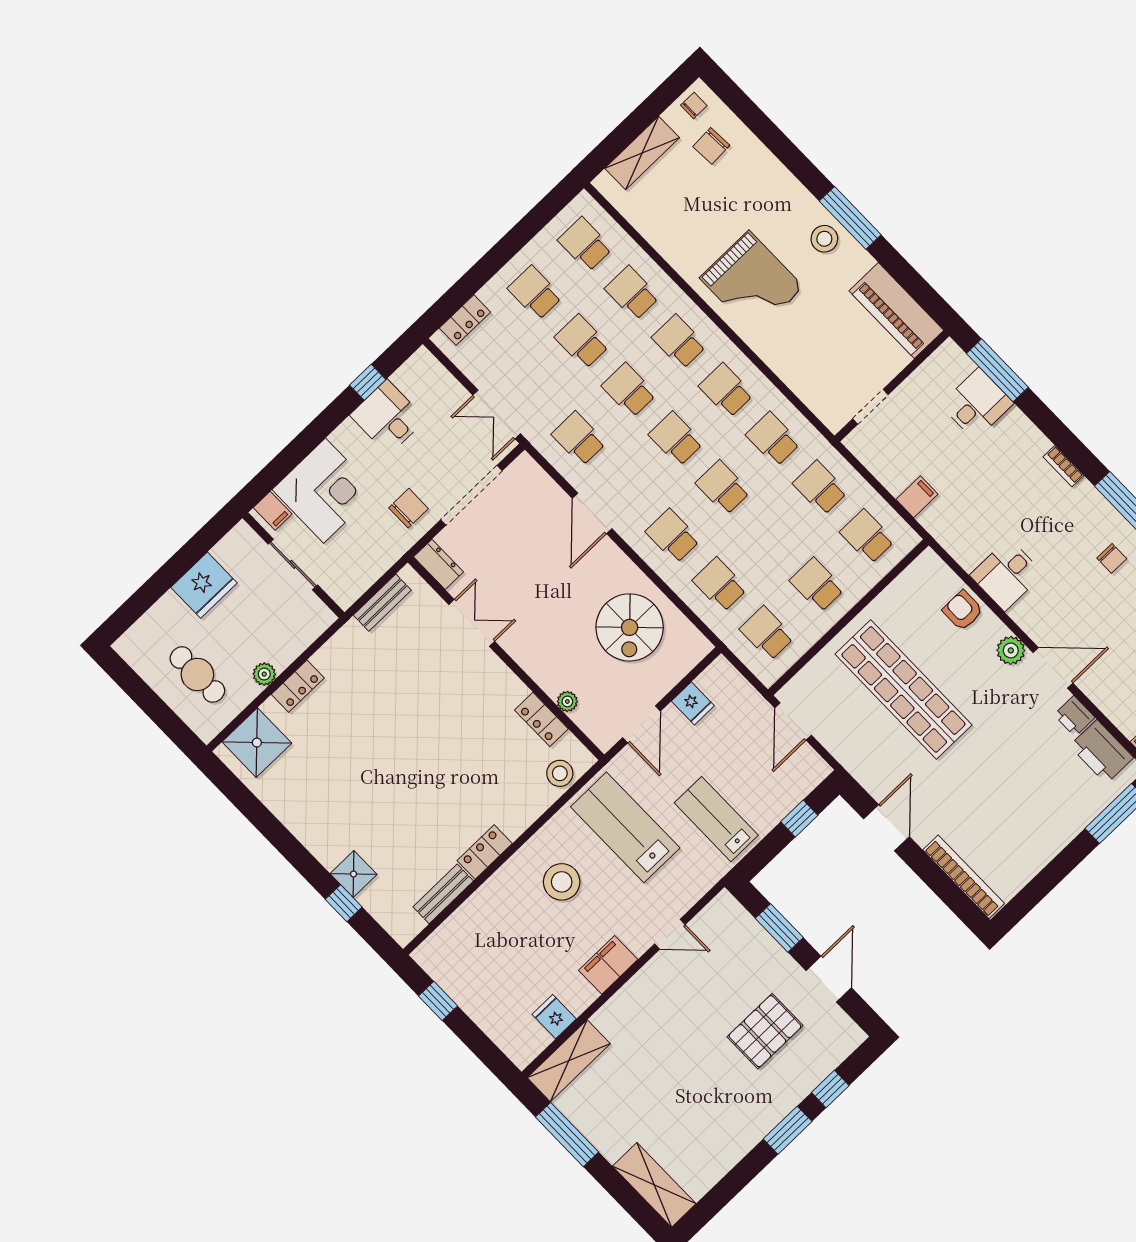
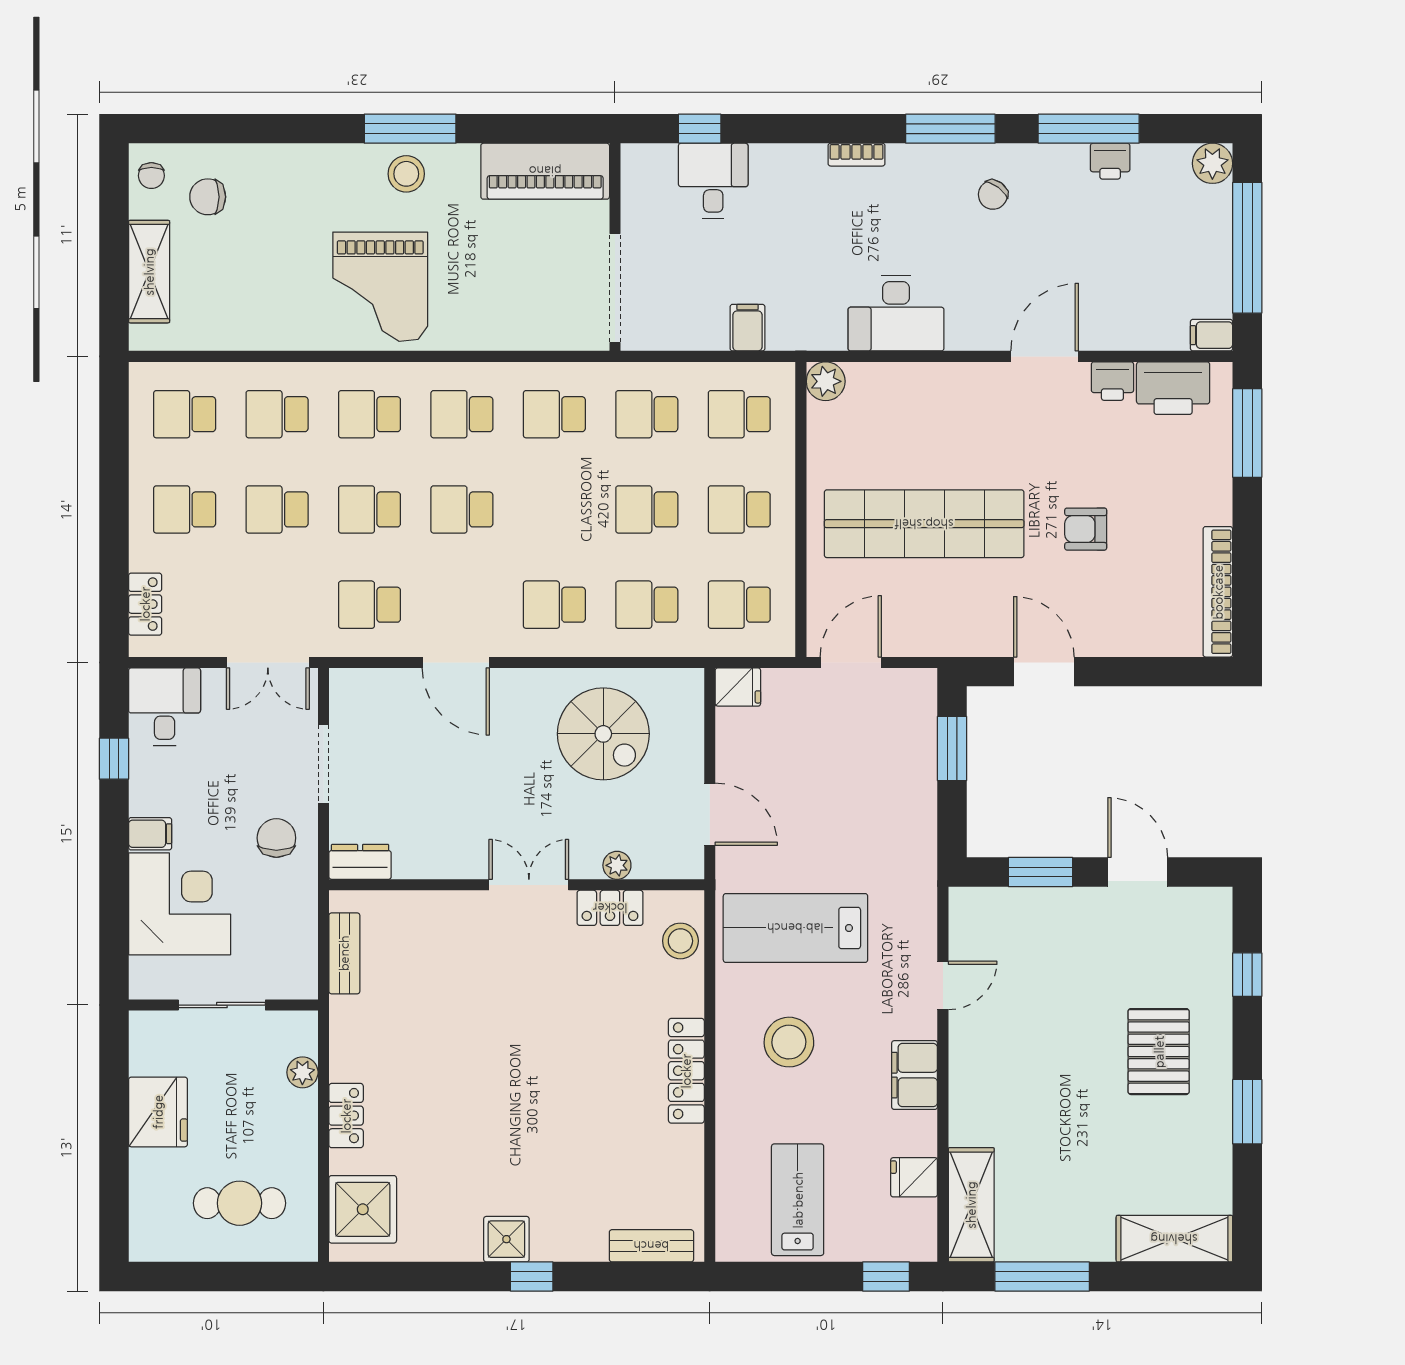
chair: (694, 105) -> (151, 176), turned 180
chair: (711, 146) -> (208, 197), turned 93
grand piano: (752, 282) -> (380, 287), turned 90
window: (997, 370) -> (700, 129), width x0.46
doorway: (870, 407) -> (615, 288), width x1.87
desk: (388, 417) -> (165, 707), moved, turned 90
school desk: (723, 487) -> (647, 509), moved
doorway: (471, 495) -> (323, 764), width x0.73
filing cabinet: (273, 511) -> (150, 834), moved
chair: (1112, 558) -> (993, 195), turned 127
desk: (1007, 574) -> (896, 313), width x1.37
armchair: (963, 610) -> (1086, 529), moved
double door: (472, 623) -> (529, 885), moved
plant: (1011, 650) -> (826, 381), moved
plant: (264, 674) -> (302, 1072), moved
fridge: (693, 703) -> (738, 687), moved
door: (793, 721) -> (851, 662), swing flipped
lab bench: (716, 819) -> (798, 1200), moved, turned 90
window: (799, 819) -> (952, 749), width x1.50
locker: (485, 852) -> (686, 1071), width x1.53
shower: (353, 874) -> (506, 1239), moved
bookcase: (964, 877) -> (1218, 592), moved, turned -90
bench: (443, 894) -> (651, 1246), moved, turned 90
window: (344, 903) -> (532, 1276), moved
window: (438, 1001) -> (886, 1276), moved
pallet: (765, 1031) -> (1159, 1052), moved
window: (788, 1130) -> (1247, 1112), moved

